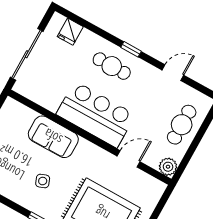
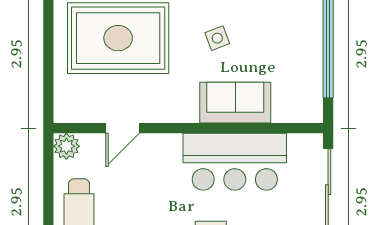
bar counter: (96, 114) -> (235, 162), moved

